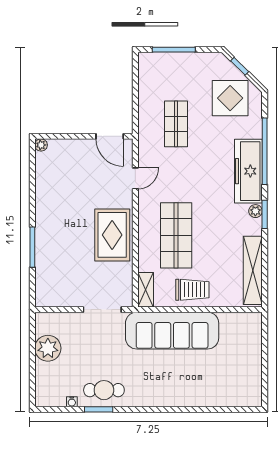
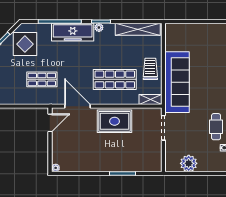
door: (135, 178) -> (78, 106), width x1.87

